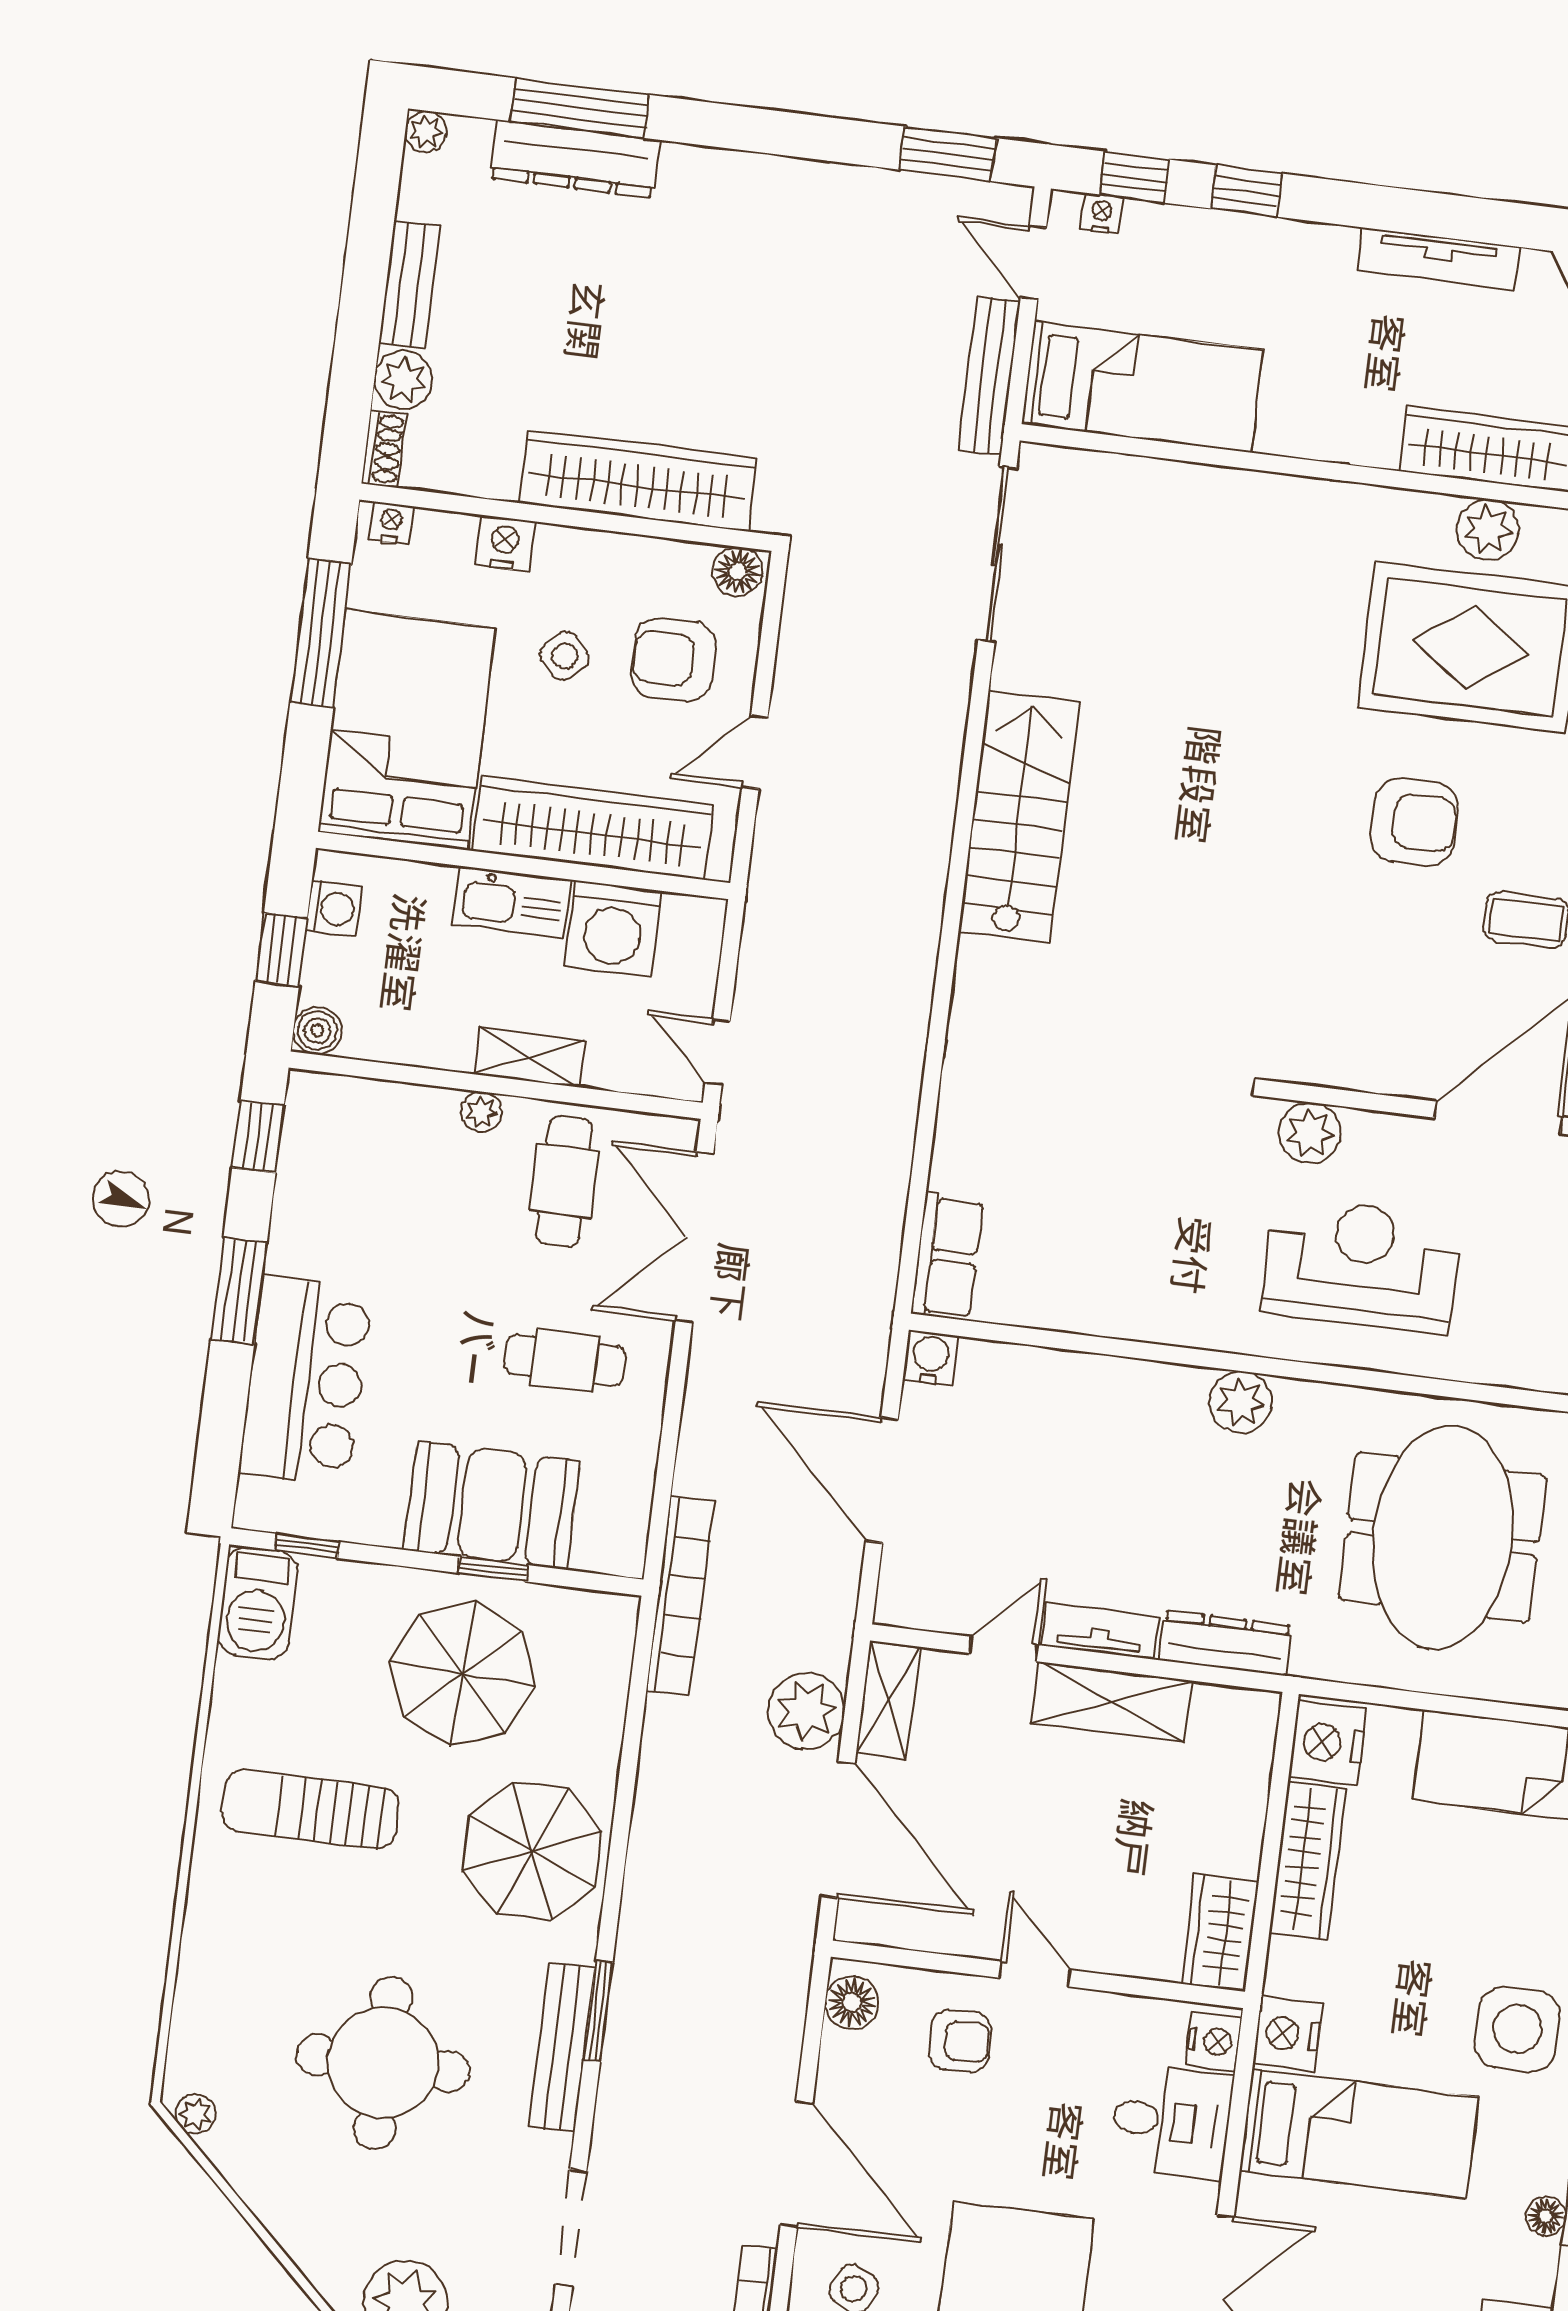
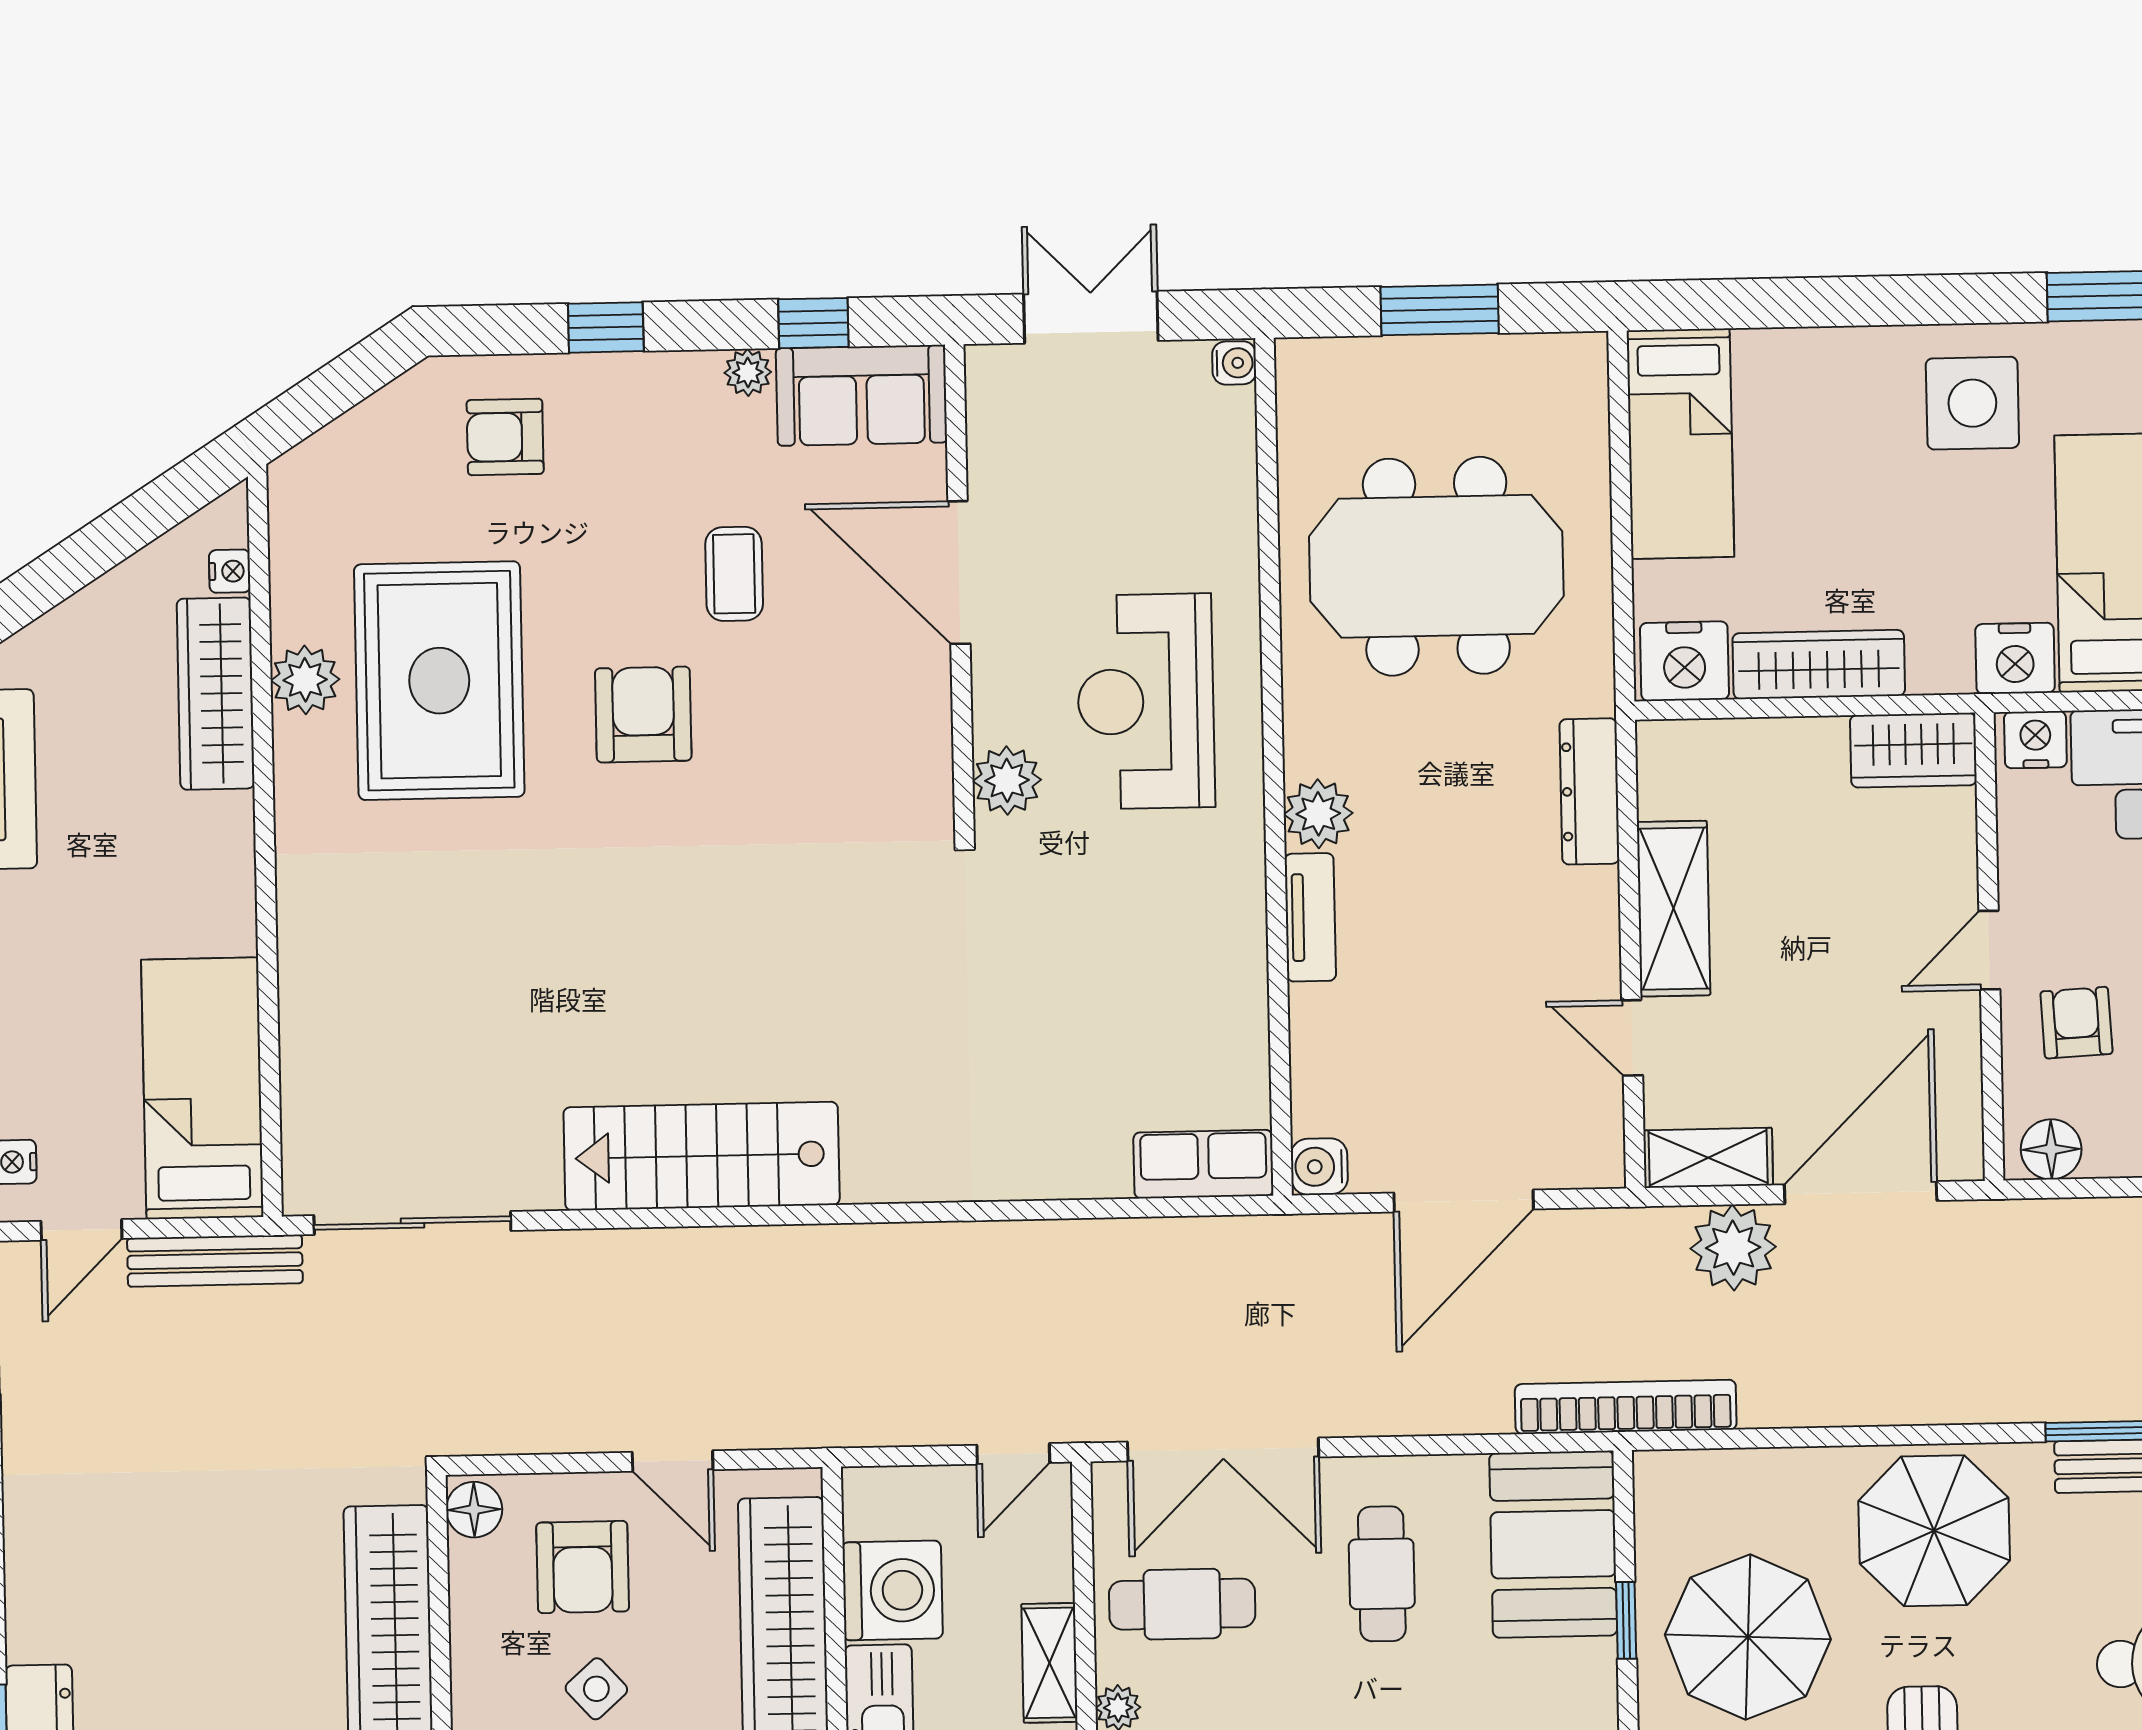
booth: (492, 1505) -> (1553, 1544), moved
tv unit: (1100, 1631) -> (1310, 917), moved, turned 180

